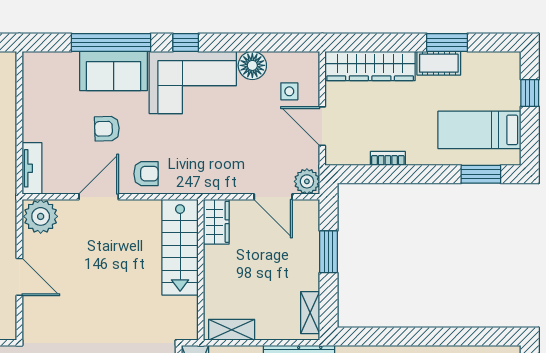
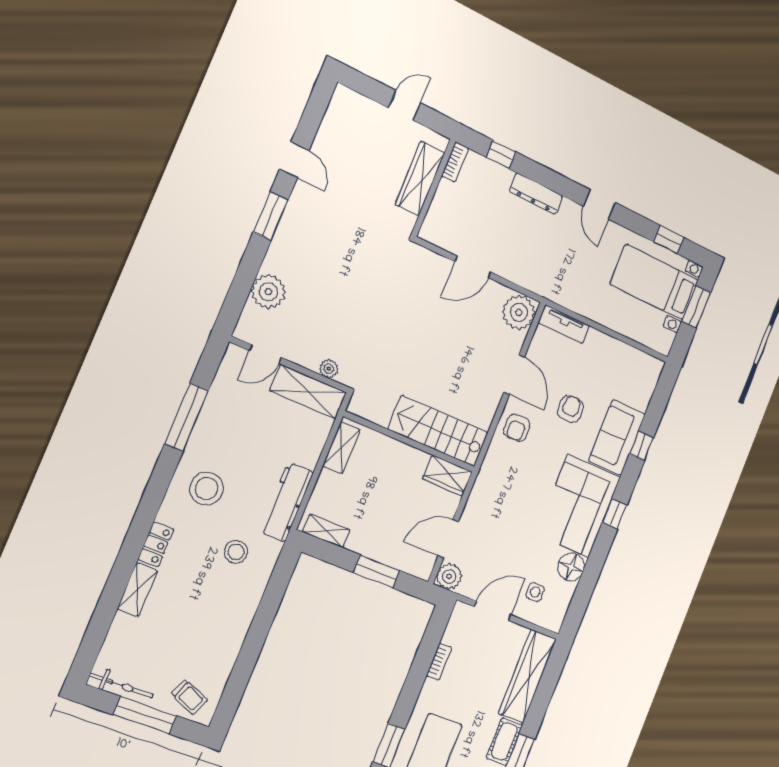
window: (111, 42) -> (641, 446), width x0.32

